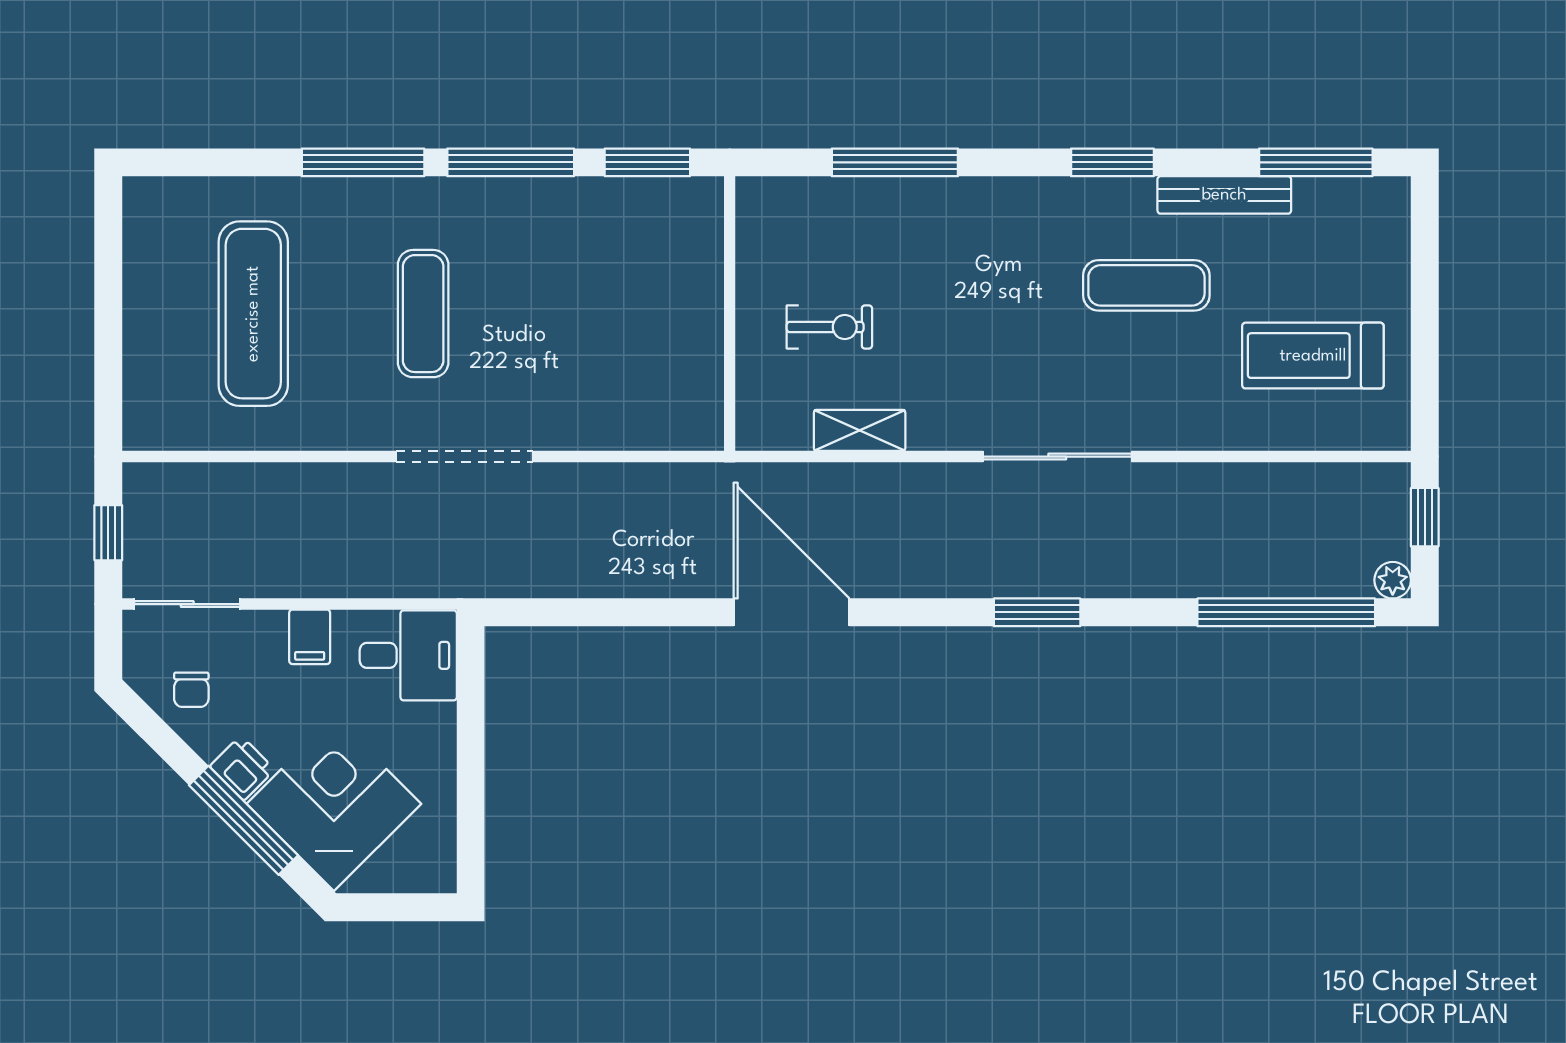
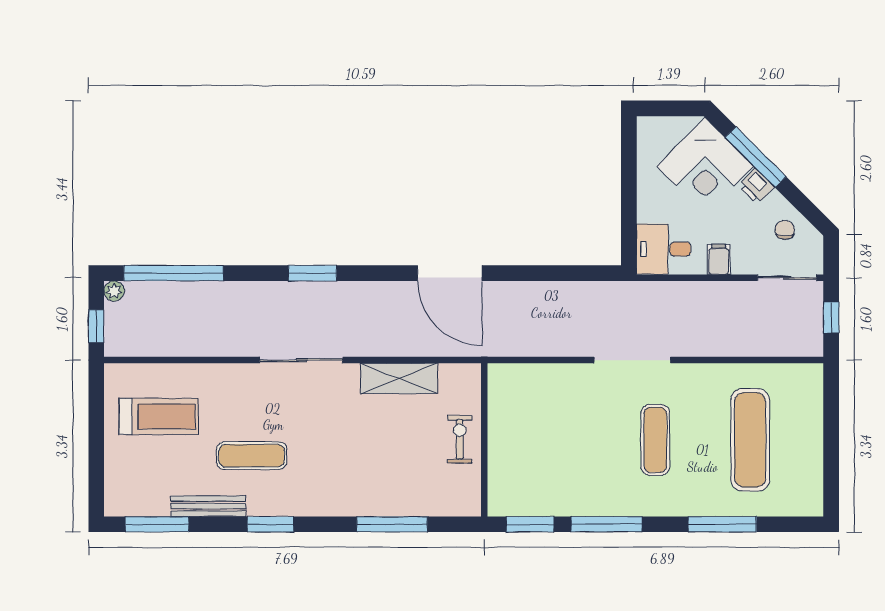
window: (363, 162) -> (722, 524), moved
exercise bike: (829, 327) -> (460, 439), moved, turned 90
shelving: (860, 430) -> (399, 378), width x1.50, depth x1.33

